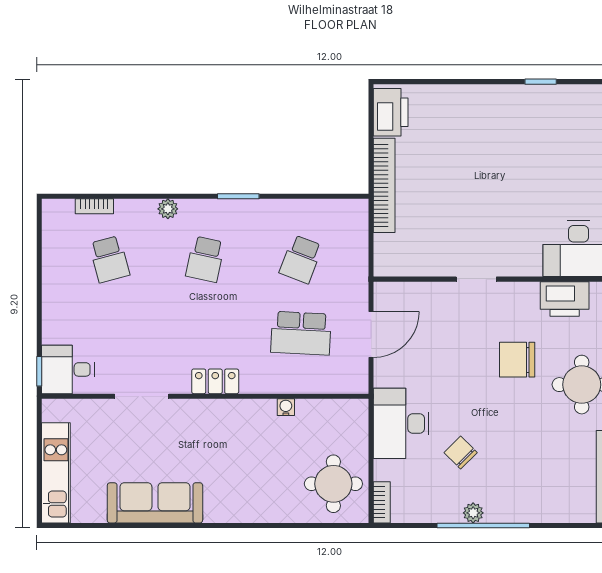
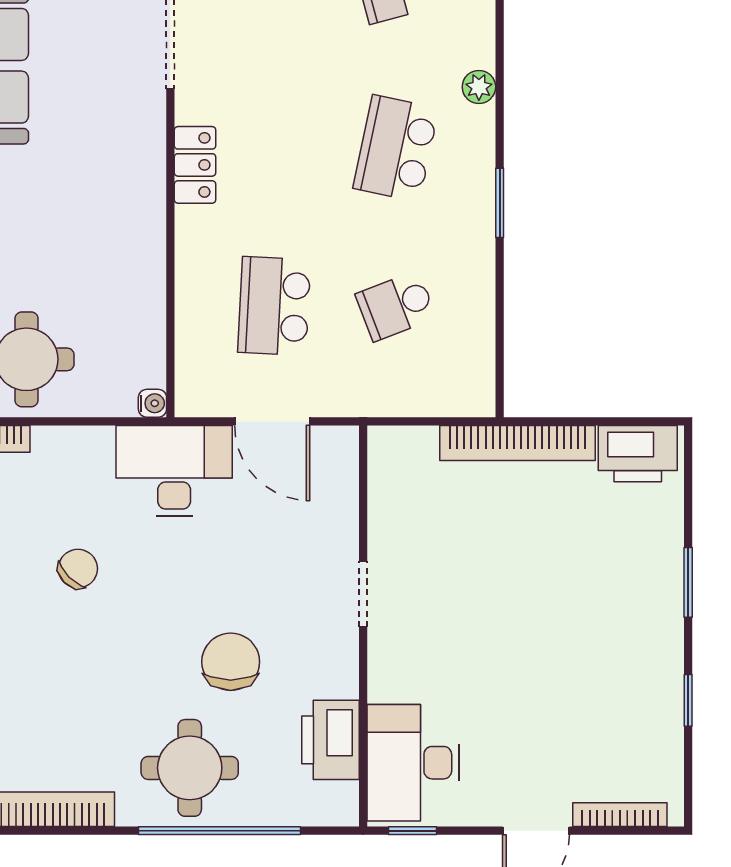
window: (469, 82) -> (688, 582), added
school desk: (205, 259) -> (396, 148), width x1.85
school desk: (301, 259) -> (396, 306), turned -42
water cooler: (286, 407) -> (152, 403), moved
desk: (401, 423) -> (174, 471), moved

